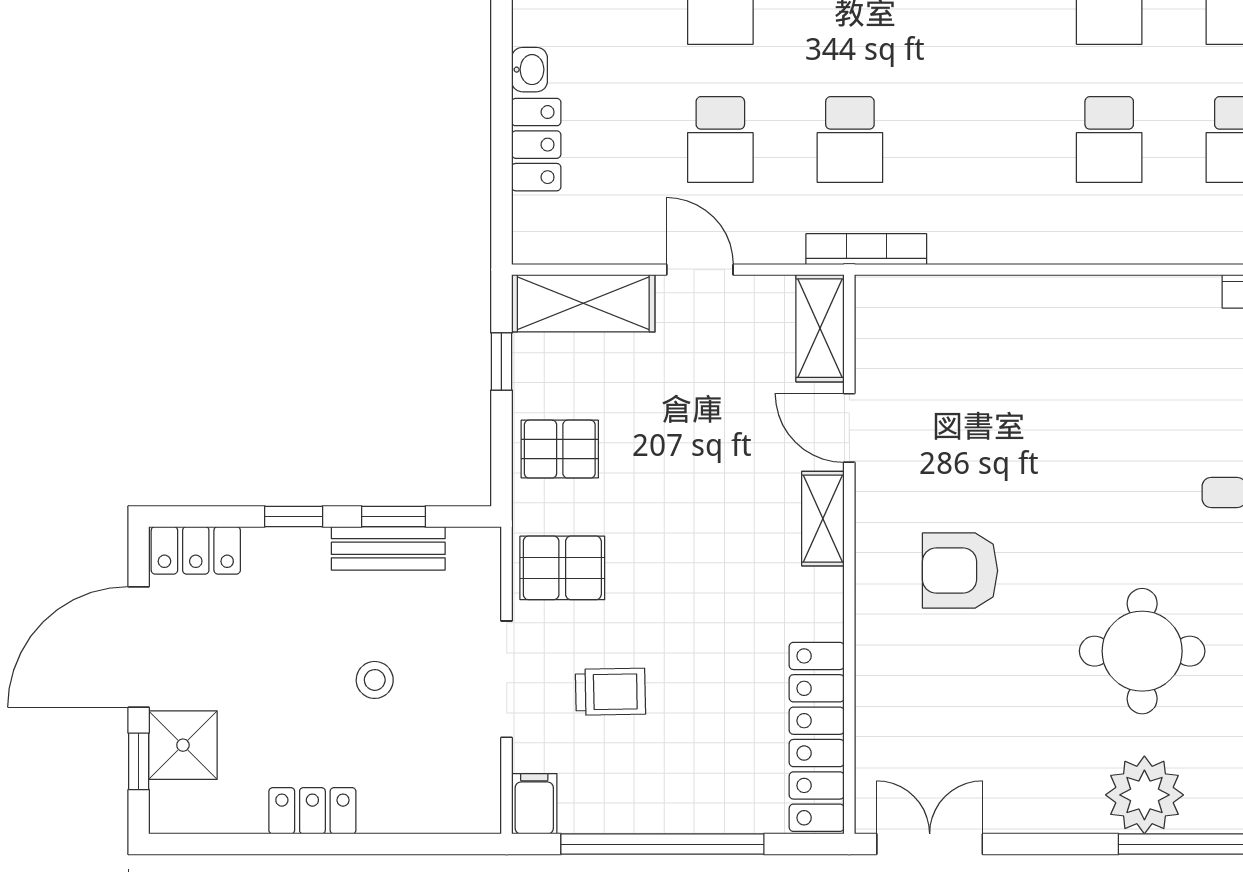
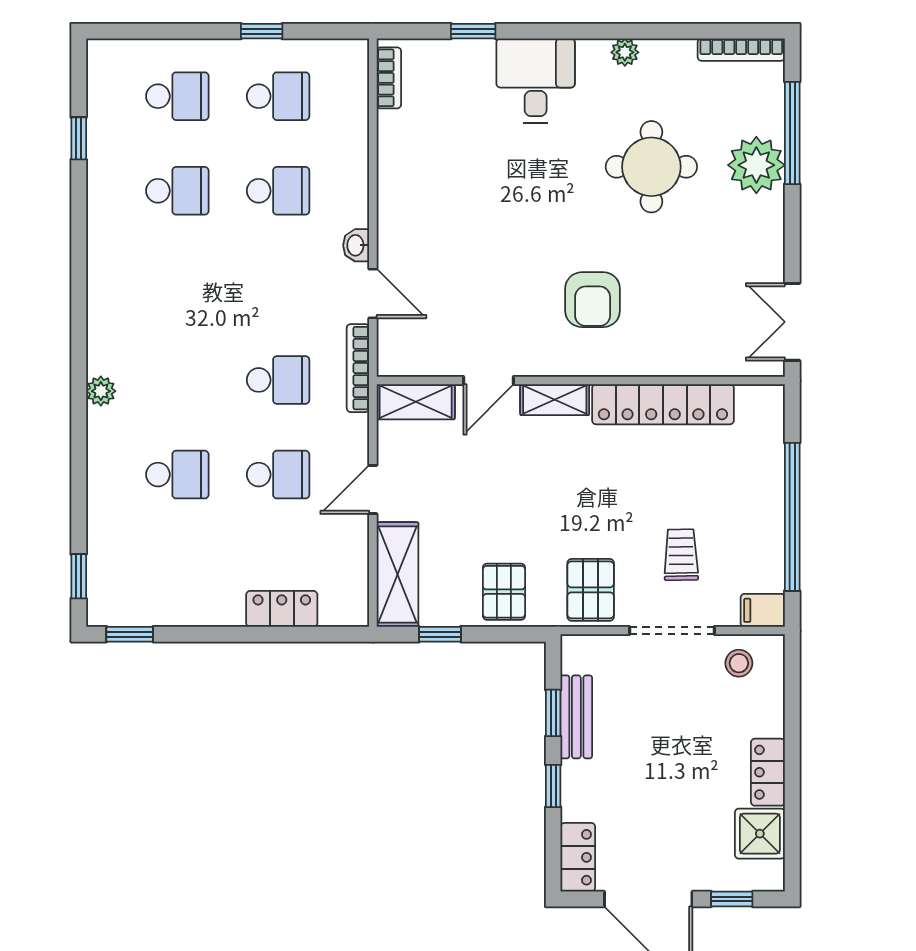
washbasin: (529, 70) -> (356, 245), moved, turned -90
door: (968, 270) -> (373, 293), added
stool: (375, 680) -> (739, 663), moved
locker: (817, 737) -> (663, 404), moved
shower: (183, 745) -> (760, 834), moved

